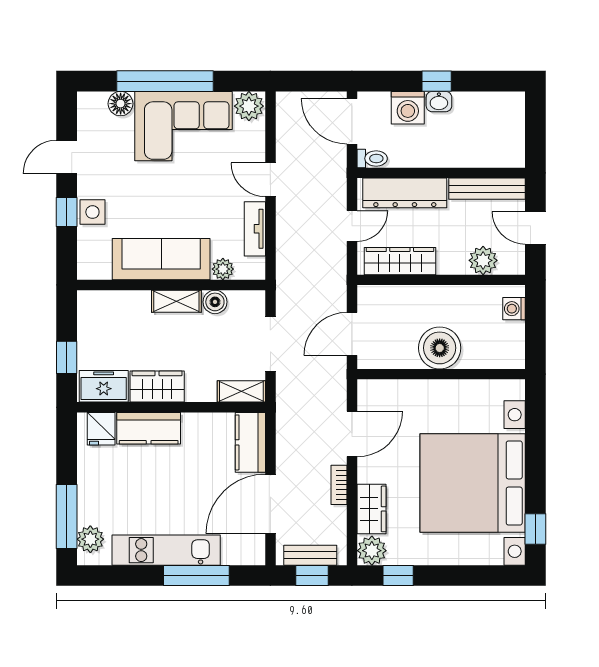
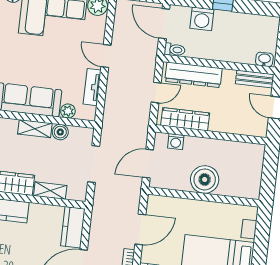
washbasin: (439, 102) -> (264, 59), moved, turned 180
bench: (487, 189) -> (255, 79), width x0.73
plant: (483, 260) -> (240, 125), removed
washing machine: (514, 309) -> (176, 142), moved, turned -90
shelving: (241, 391) -> (50, 191), moved

